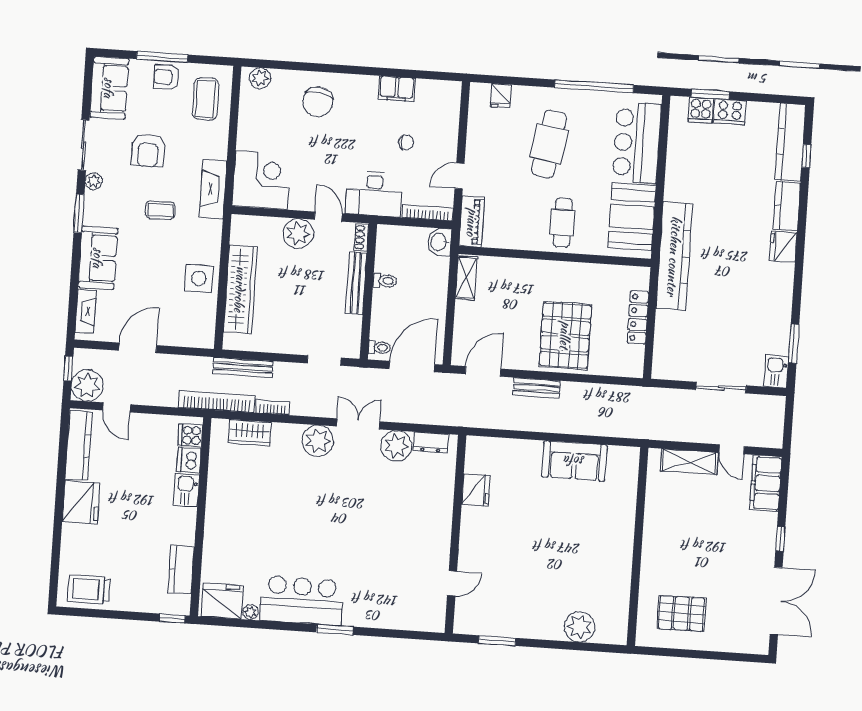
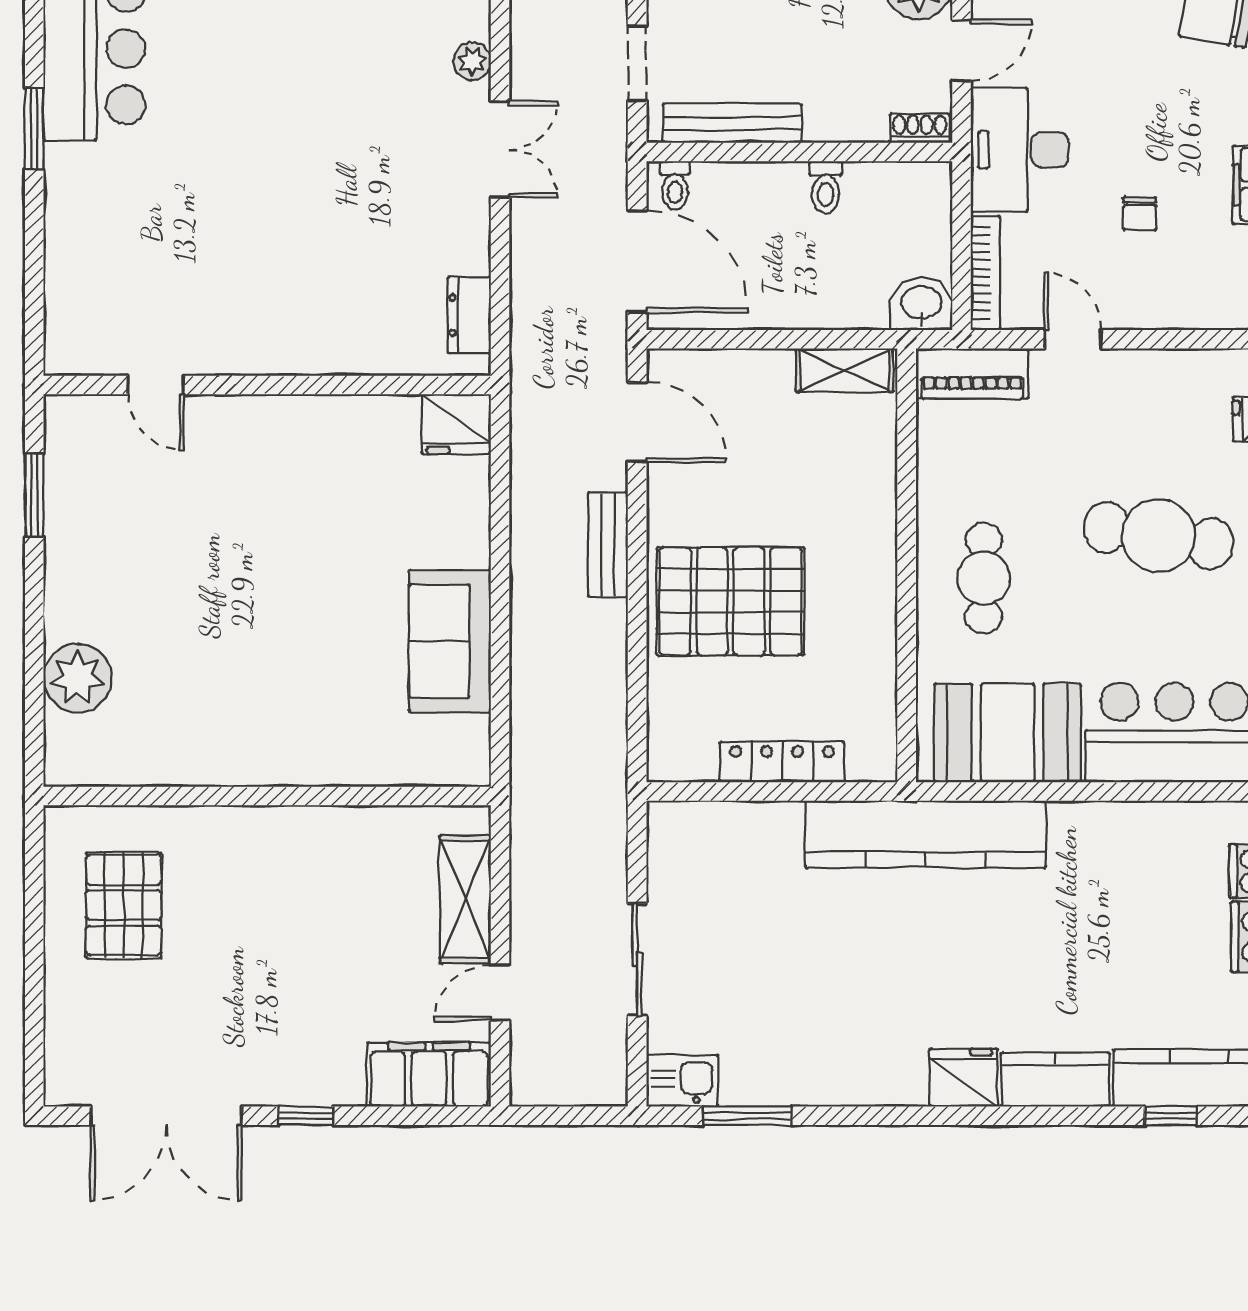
cafe table: (563, 223) -> (984, 578), turned 90
bench: (356, 283) -> (732, 123), moved
plant: (318, 441) -> (472, 61), width x0.53, depth x0.53
plant: (396, 446) -> (456, 238), removed
fridge: (476, 490) -> (456, 424), moved

